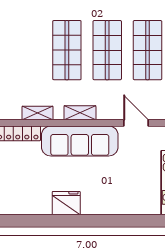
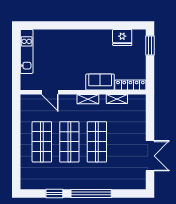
sofa: (80, 141) -> (100, 82), width x0.54, depth x0.79
fridge: (66, 203) -> (122, 37), moved

